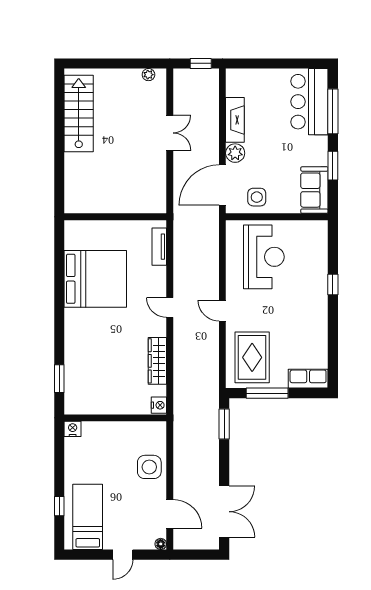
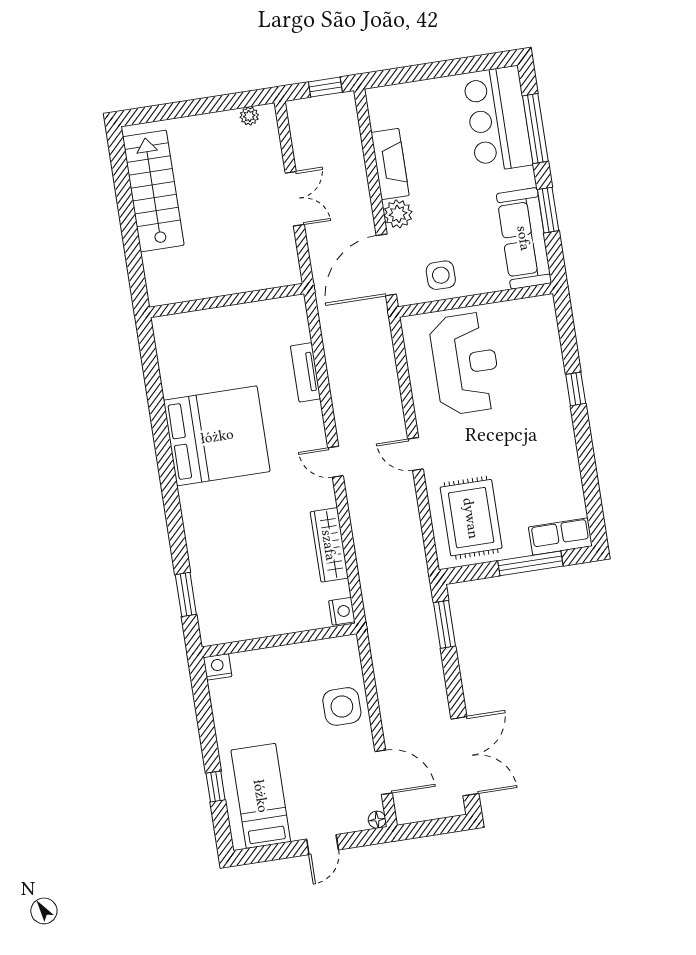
sofa: (314, 190) -> (524, 238), width x1.36
wall: (115, 217) -> (227, 300), moved
window: (267, 393) -> (530, 563), moved

